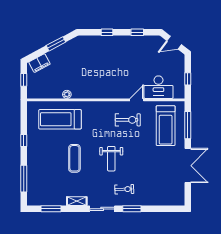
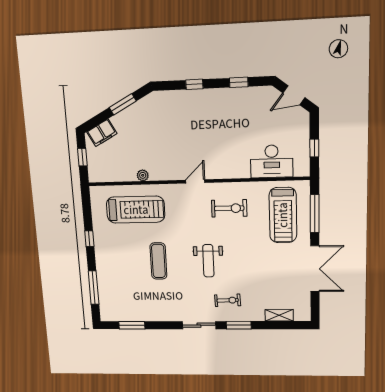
door: (137, 100) -> (195, 181), moved
treadmill: (60, 119) -> (136, 210), turned 180
shelving: (77, 201) -> (279, 315), moved

